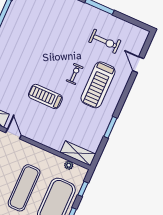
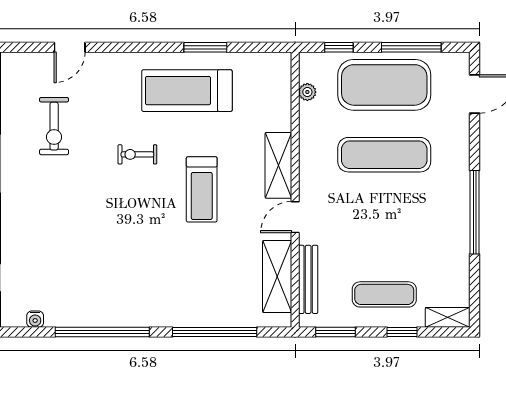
exercise bike: (105, 41) -> (54, 126), turned 180
treadmill: (98, 85) -> (187, 91), moved, turned 180
shelving: (78, 153) -> (278, 165), moved

